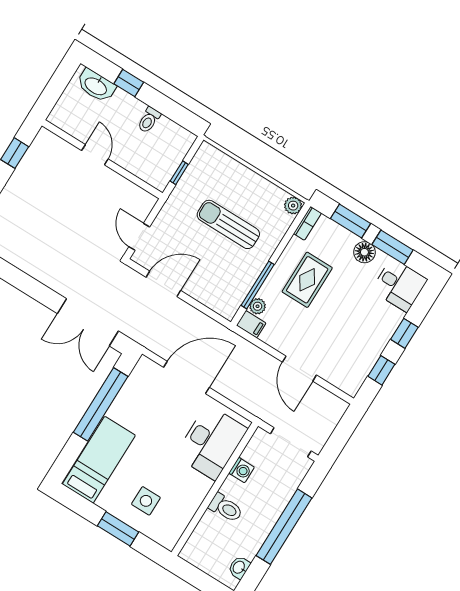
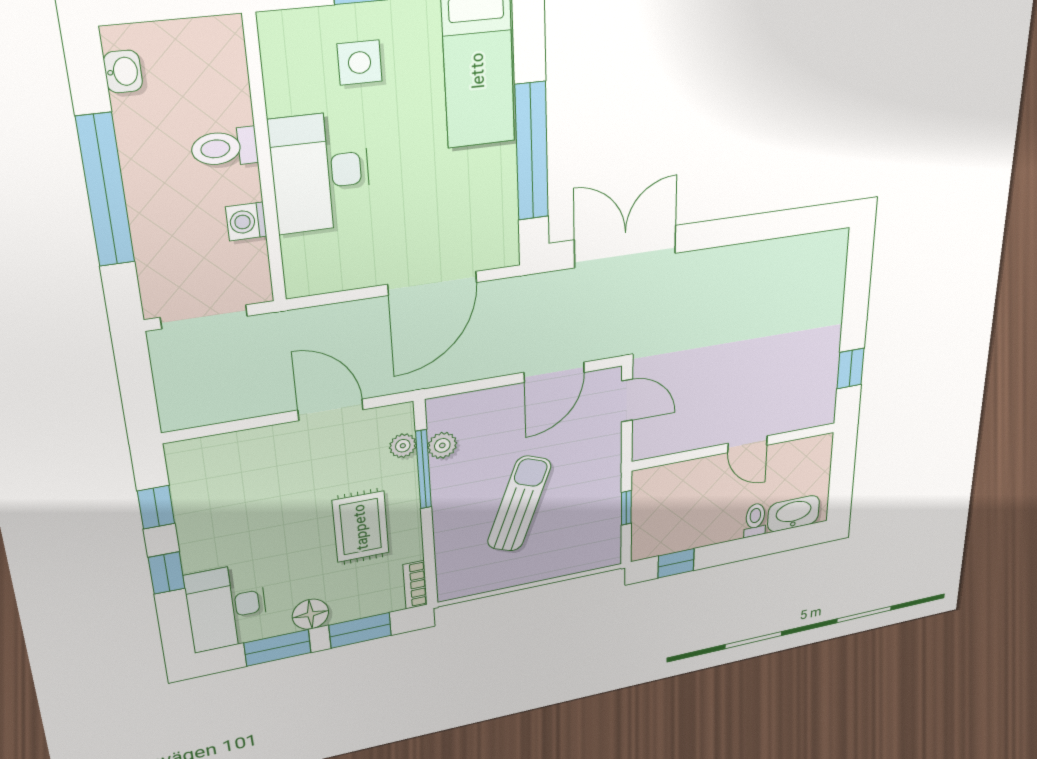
window: (129, 83) -> (676, 563), moved
toilet: (149, 120) -> (755, 520), moved
plant: (293, 206) -> (442, 445), moved
sun lounger: (228, 224) -> (519, 504), turned -69
desk: (399, 285) -> (227, 607), width x1.37
filing cabinet: (251, 324) -> (394, 418), removed
door: (299, 369) -> (331, 410), moved
desk: (211, 442) -> (321, 172), moved

